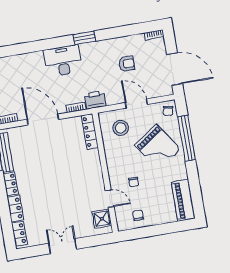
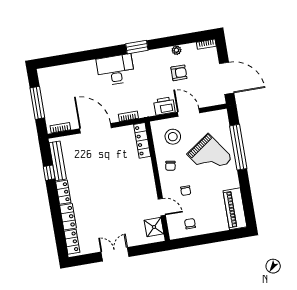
plant: (124, 41) -> (176, 50), added
printer: (95, 100) -> (164, 106), moved
chair: (168, 111) -> (170, 166), moved

